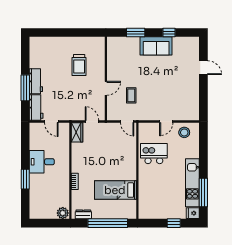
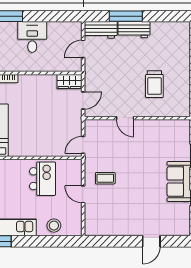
trolley: (79, 65) -> (154, 84), turned -90
coffee table: (131, 95) -> (105, 178), moved
stool: (184, 132) -> (54, 226), moved

